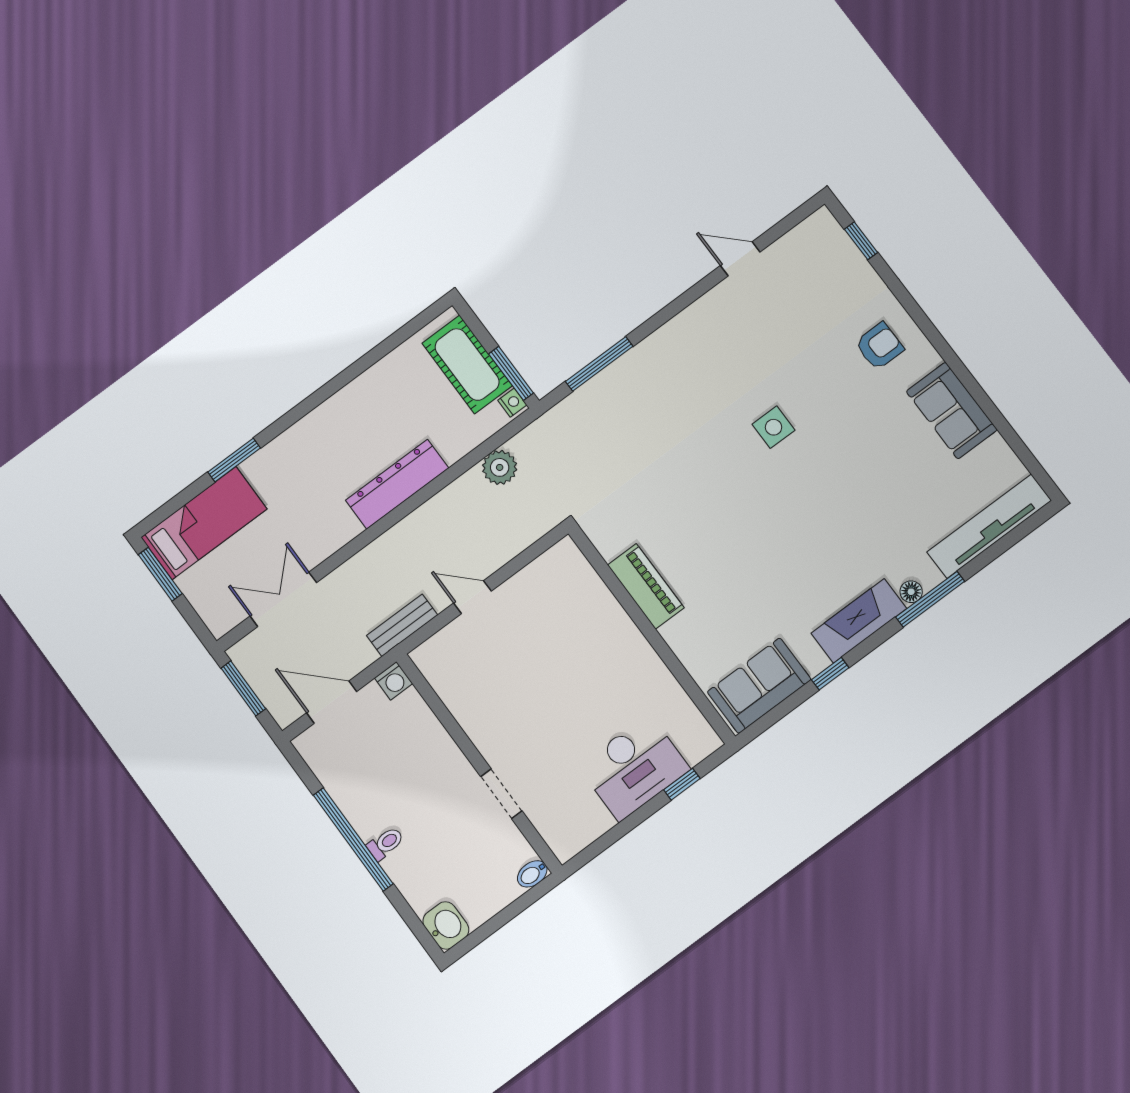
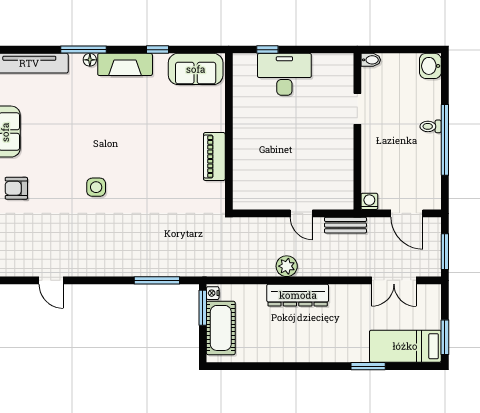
plant: (500, 467) -> (287, 266), moved

